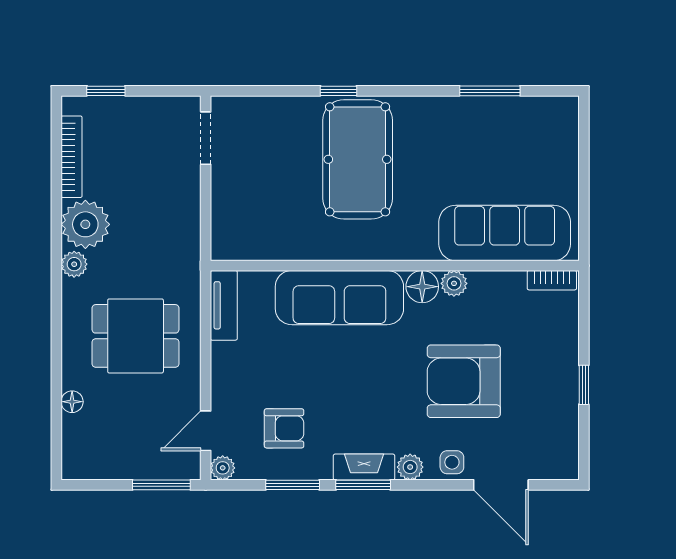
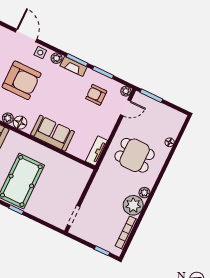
sofa: (339, 298) -> (53, 133), width x0.73

